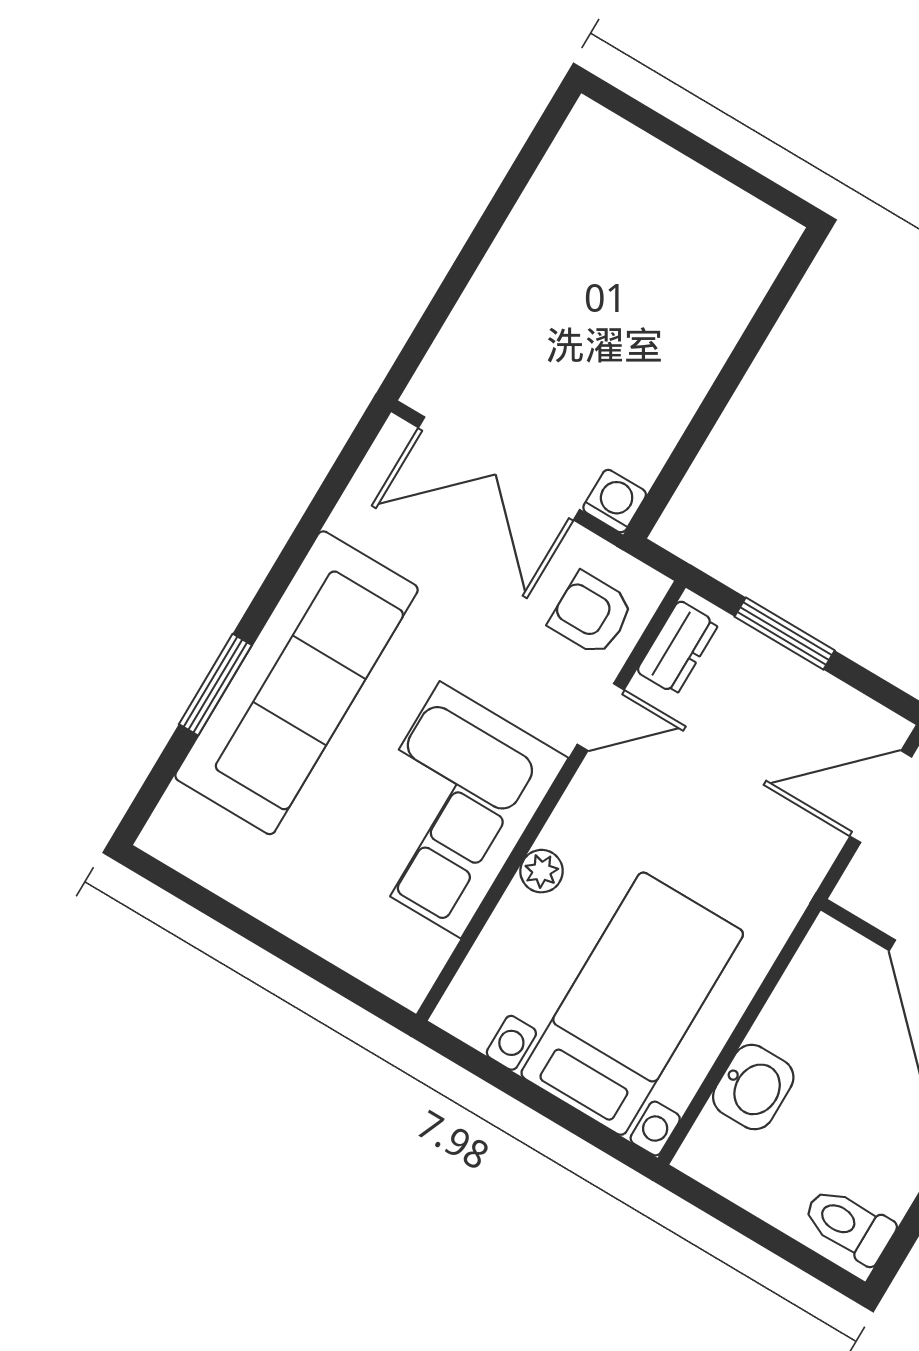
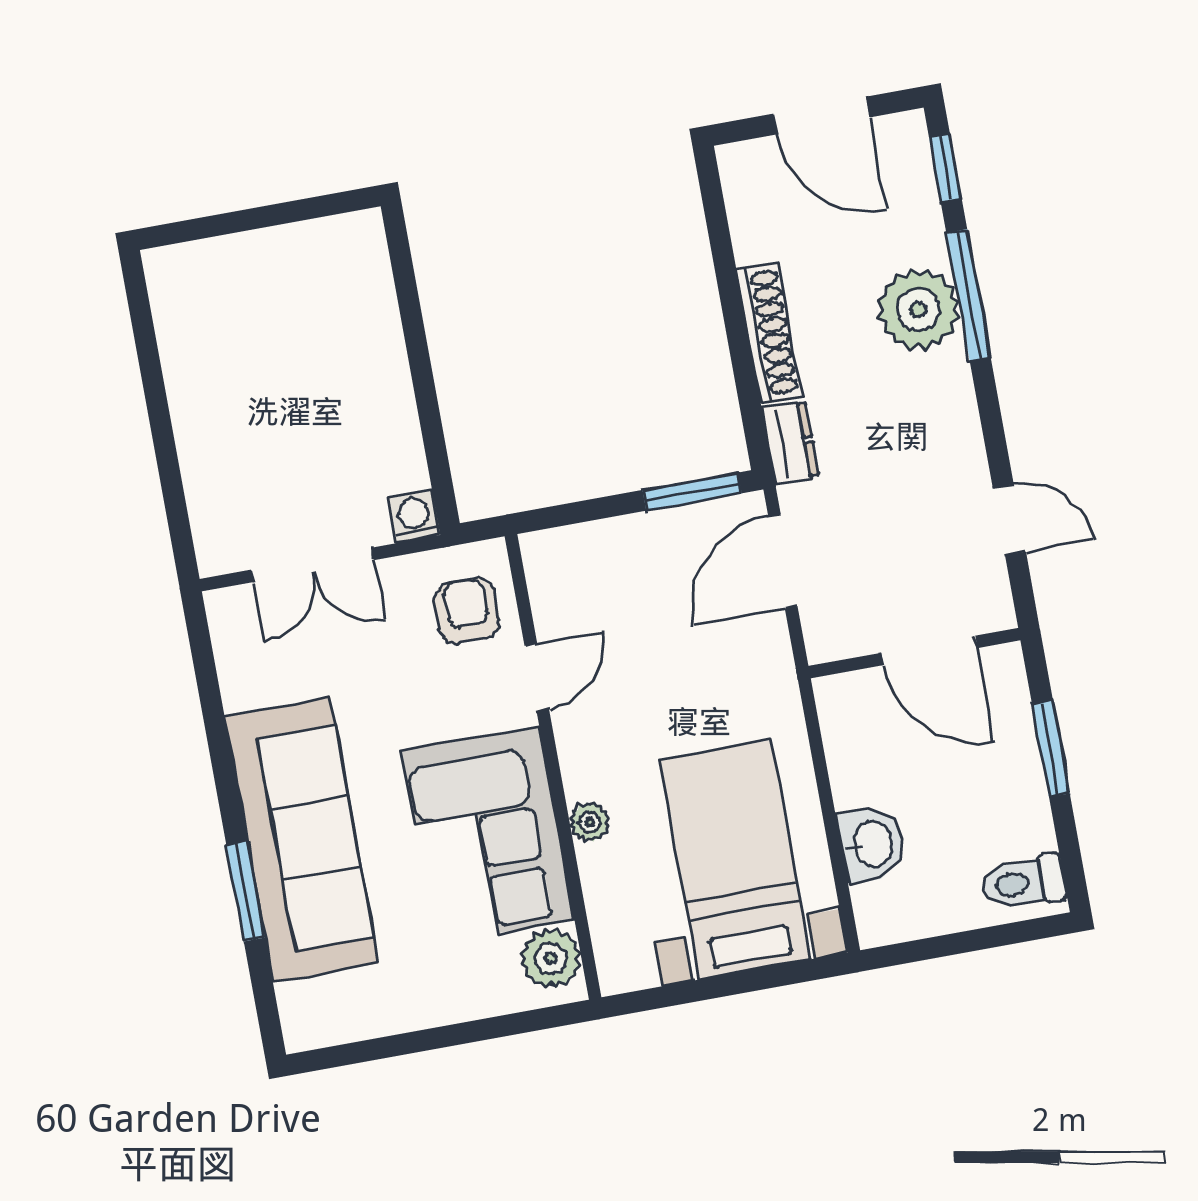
double door: (499, 469) -> (313, 565), width x0.73
armchair: (591, 614) -> (467, 611), turned 90
window: (785, 634) -> (692, 492), moved
dresser: (678, 648) -> (548, 581), removed
plant: (414, 954) -> (551, 958), added

